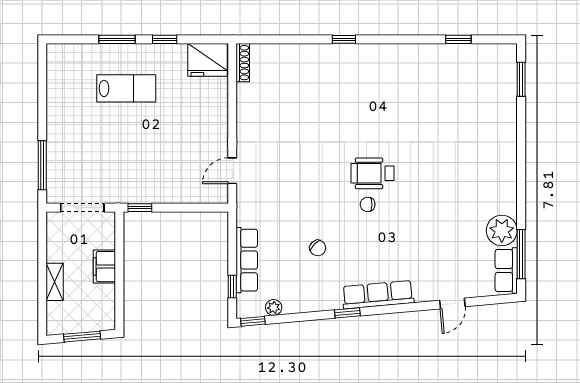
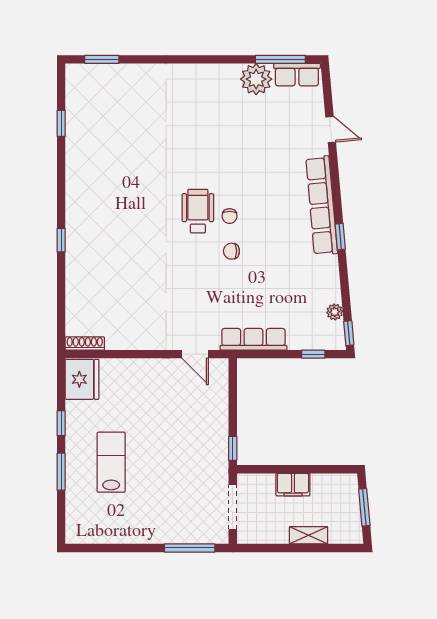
wheelchair: (372, 173) -> (198, 211), turned 180
chair: (318, 248) -> (231, 251), moved, turned -135
row of seats: (247, 260) -> (253, 339), moved
row of seats: (378, 295) -> (322, 206), width x1.36

